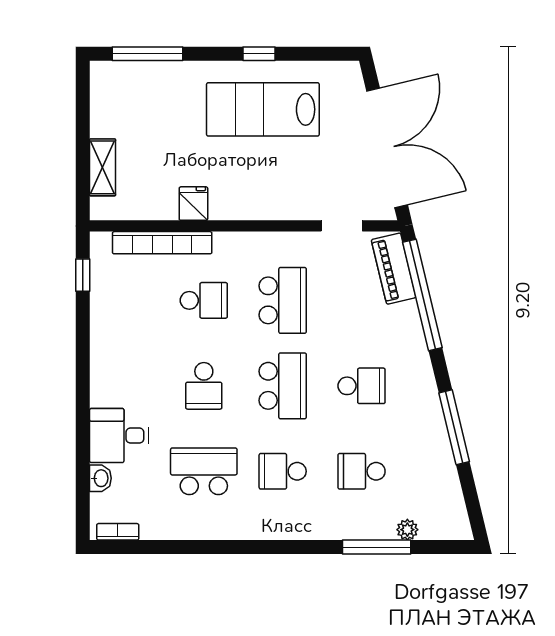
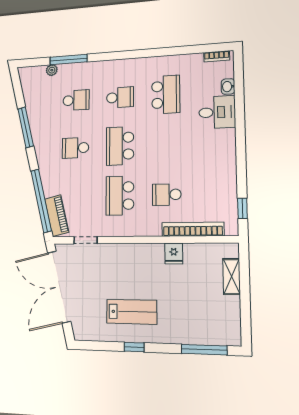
lab bench: (263, 109) -> (132, 312), width x0.73, depth x0.72
school desk: (204, 386) -> (166, 144), removed
school desk: (204, 471) -> (166, 95), turned -90

